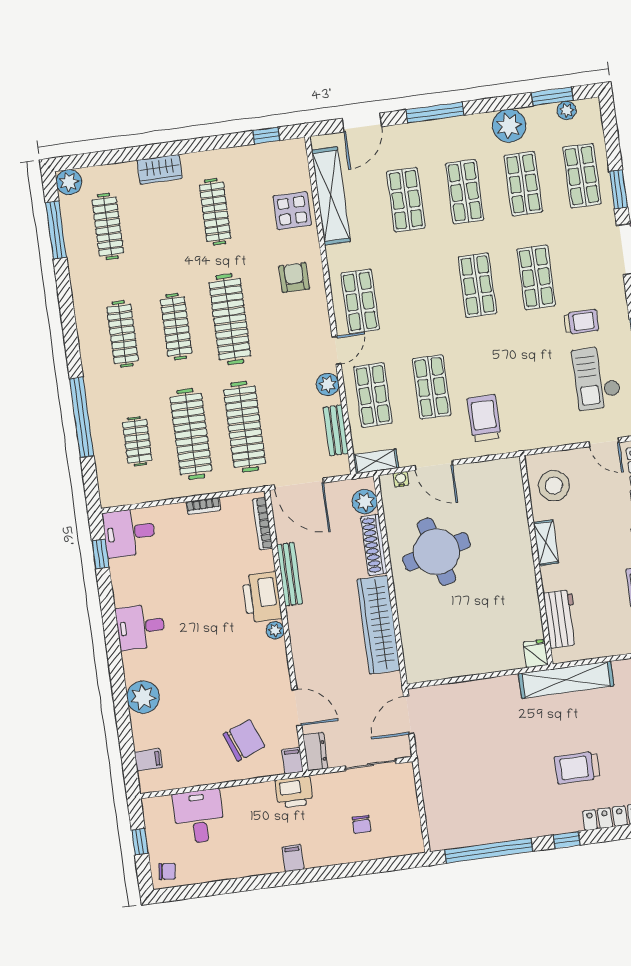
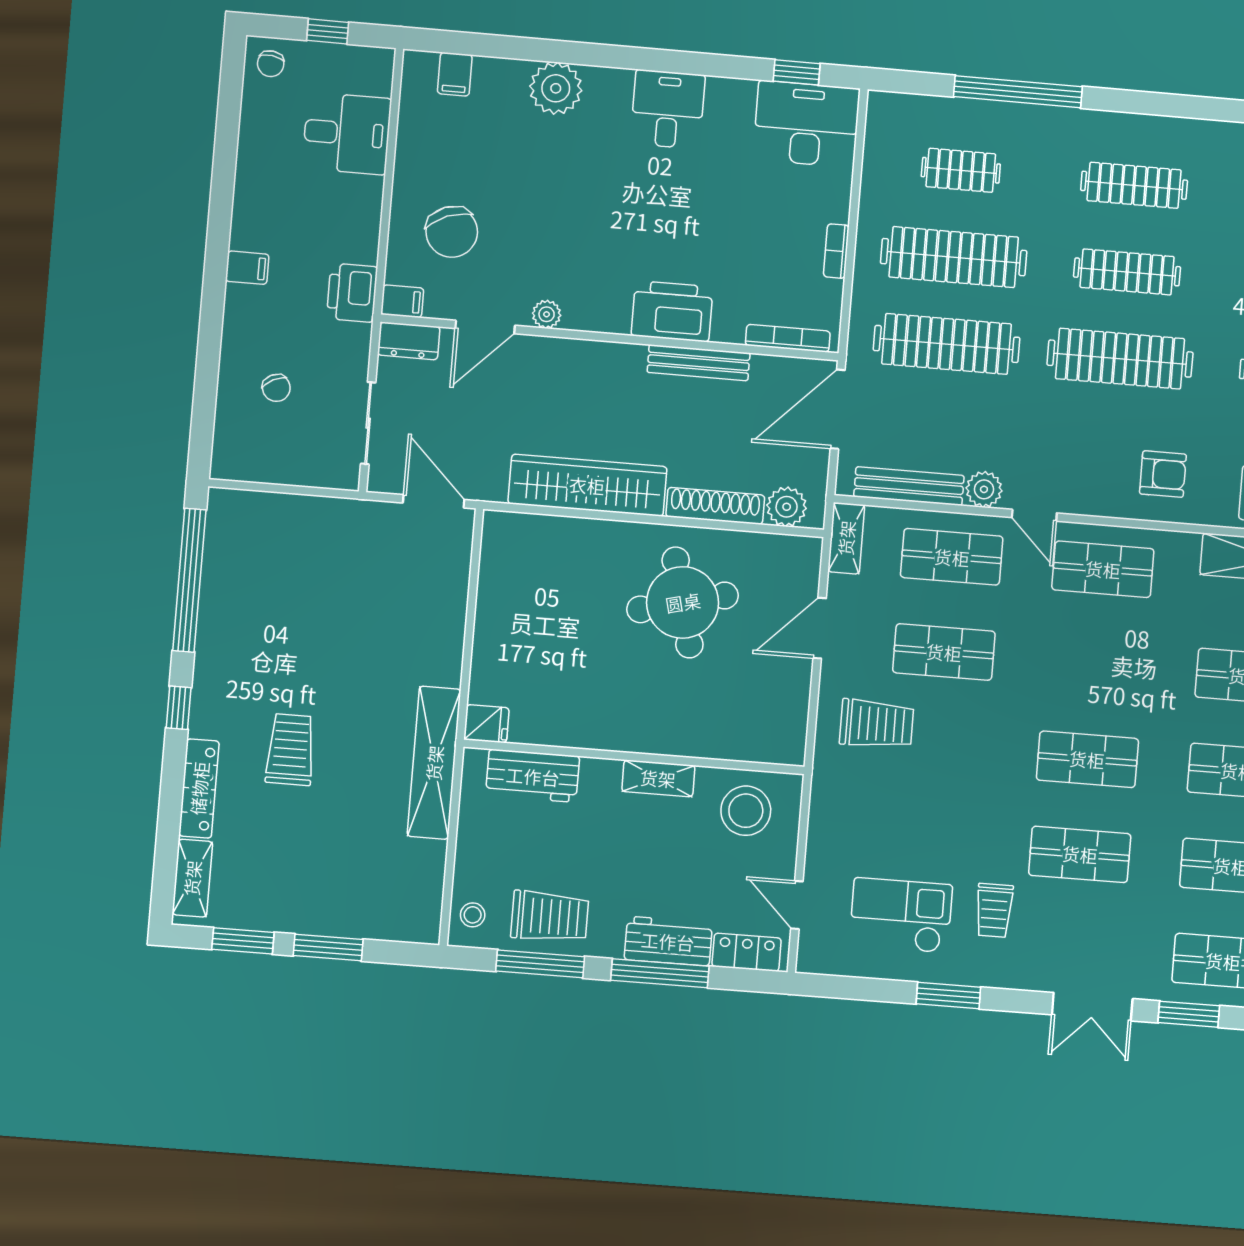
bench: (336, 430) -> (909, 486), width x1.36
door: (604, 442) -> (797, 905), hinge flipped
water cooler: (401, 479) -> (809, 572), removed
desk: (129, 533) -> (806, 124), width x1.37
plant: (275, 630) -> (547, 314), moved
chair: (361, 824) -> (276, 388), turned -117

